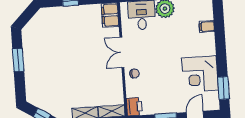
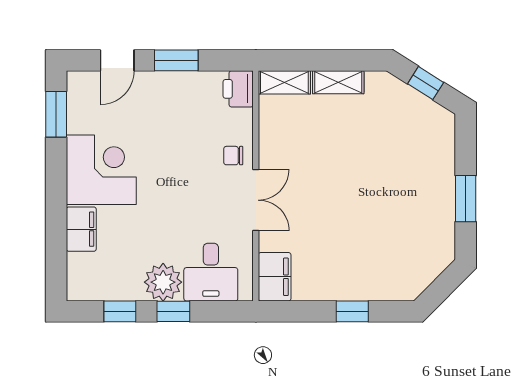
filing cabinet: (207, 27) -> (81, 229), width x2.00
corner desk: (200, 74) -> (101, 170), moved

